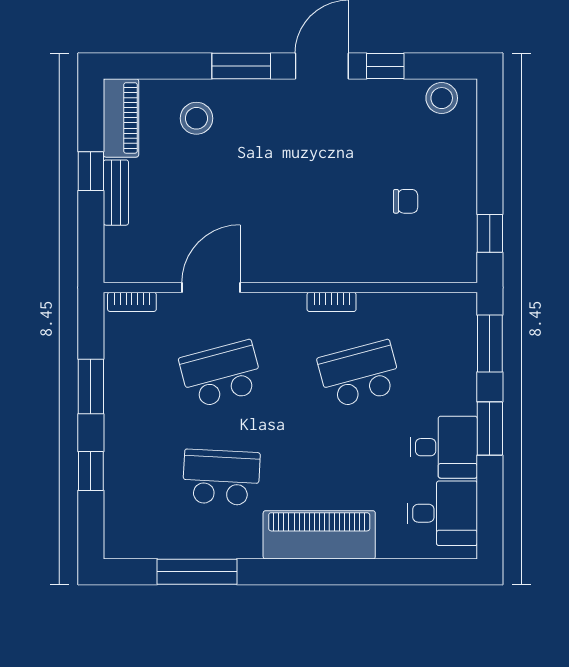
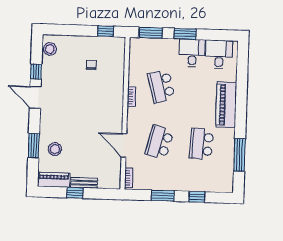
window: (241, 66) -> (34, 146), moved
school desk: (221, 374) -> (159, 142), turned 30

